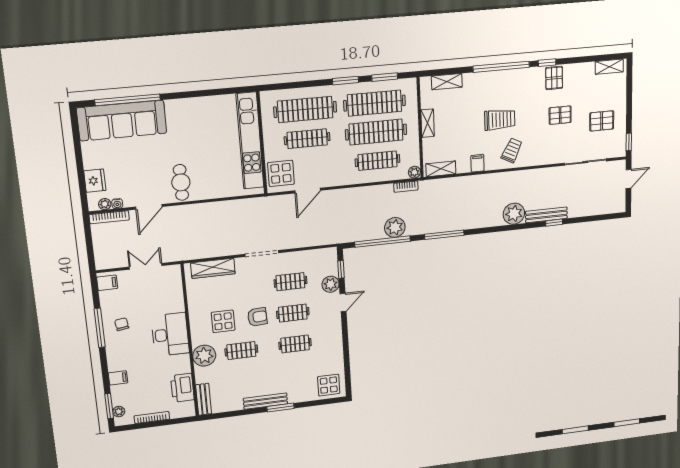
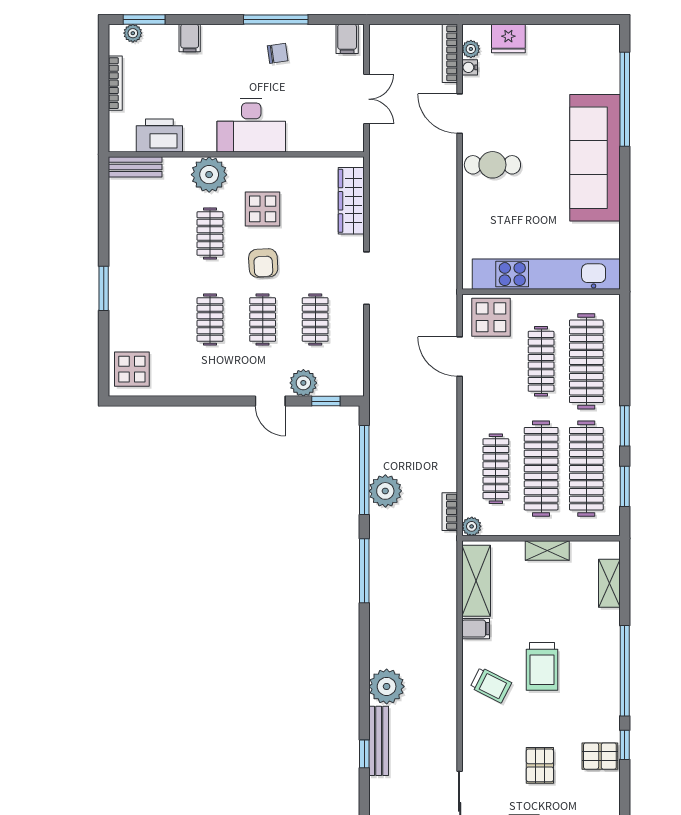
sofa: (122, 121) -> (595, 158), moved
shelving: (441, 169) -> (476, 581), width x1.50, depth x1.33
bench: (265, 401) -> (118, 265), removed

